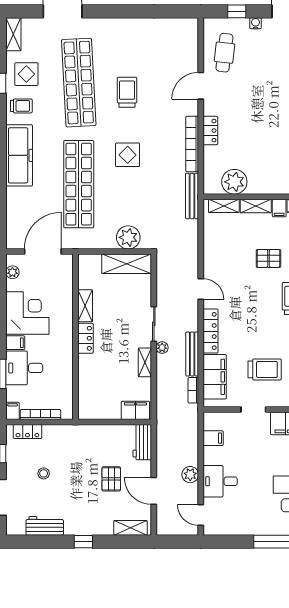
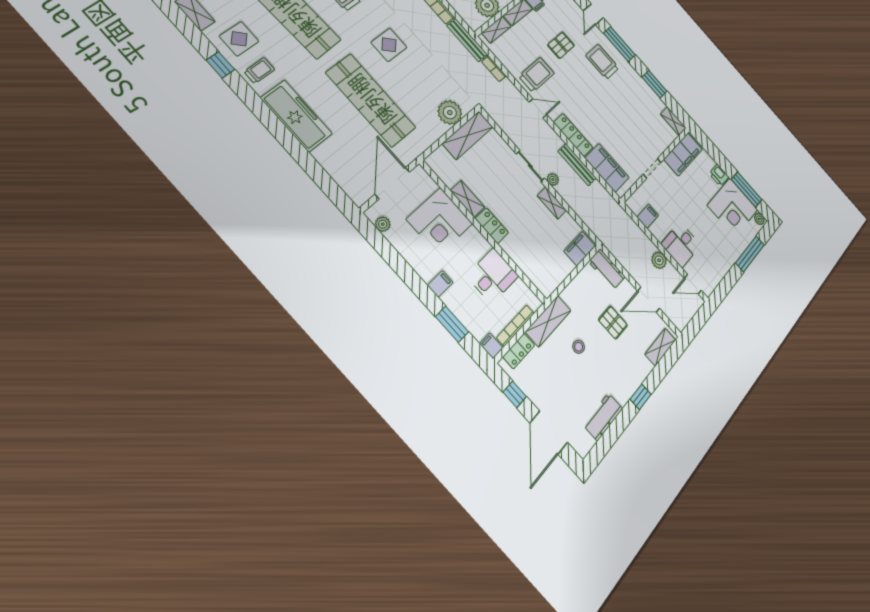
corner desk: (27, 313) -> (440, 221), moved, turned 180
desk: (24, 368) -> (493, 276), moved, turned 180
trolley: (265, 369) -> (537, 75), moved
bookcase: (193, 390) -> (494, 69), moved
shelving: (66, 433) -> (548, 321), added
stool: (44, 473) -> (579, 347), moved

